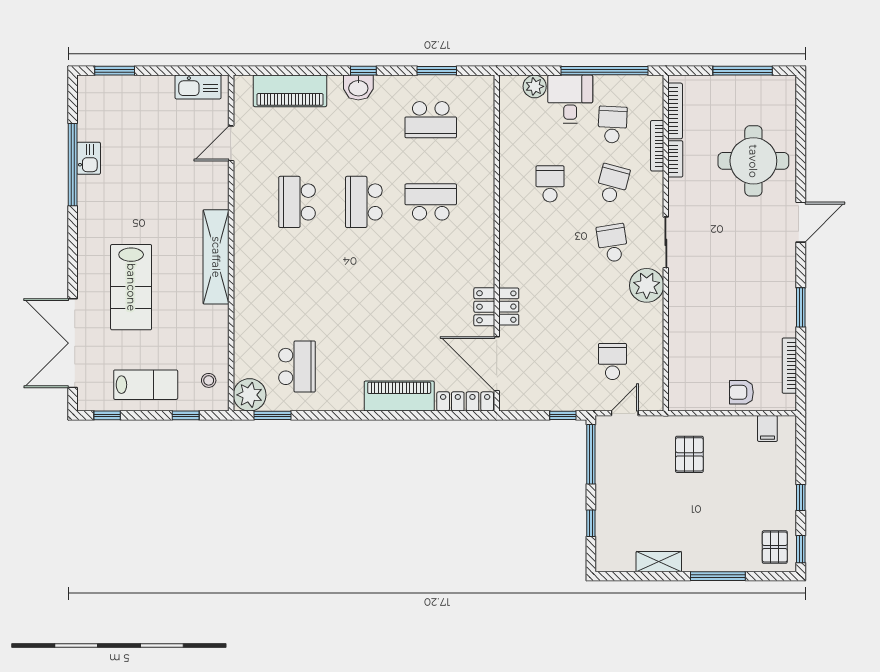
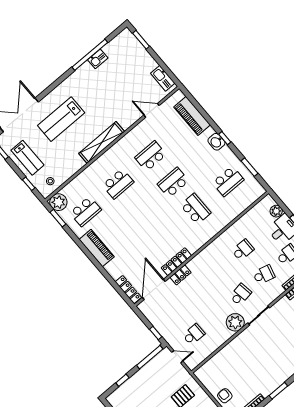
school desk: (431, 120) -> (228, 181), turned -90
school desk: (297, 284) -> (118, 184), added
locker: (484, 307) -> (176, 262), width x1.53
piano: (399, 396) -> (97, 248), moved

